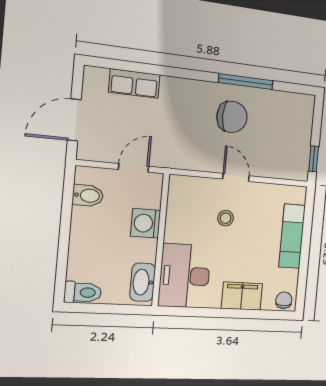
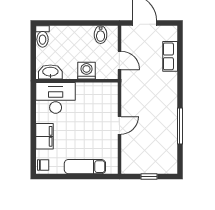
chair: (232, 117) -> (157, 119), removed
window: (314, 159) -> (149, 177), moved
stool: (226, 218) -> (93, 121), removed

